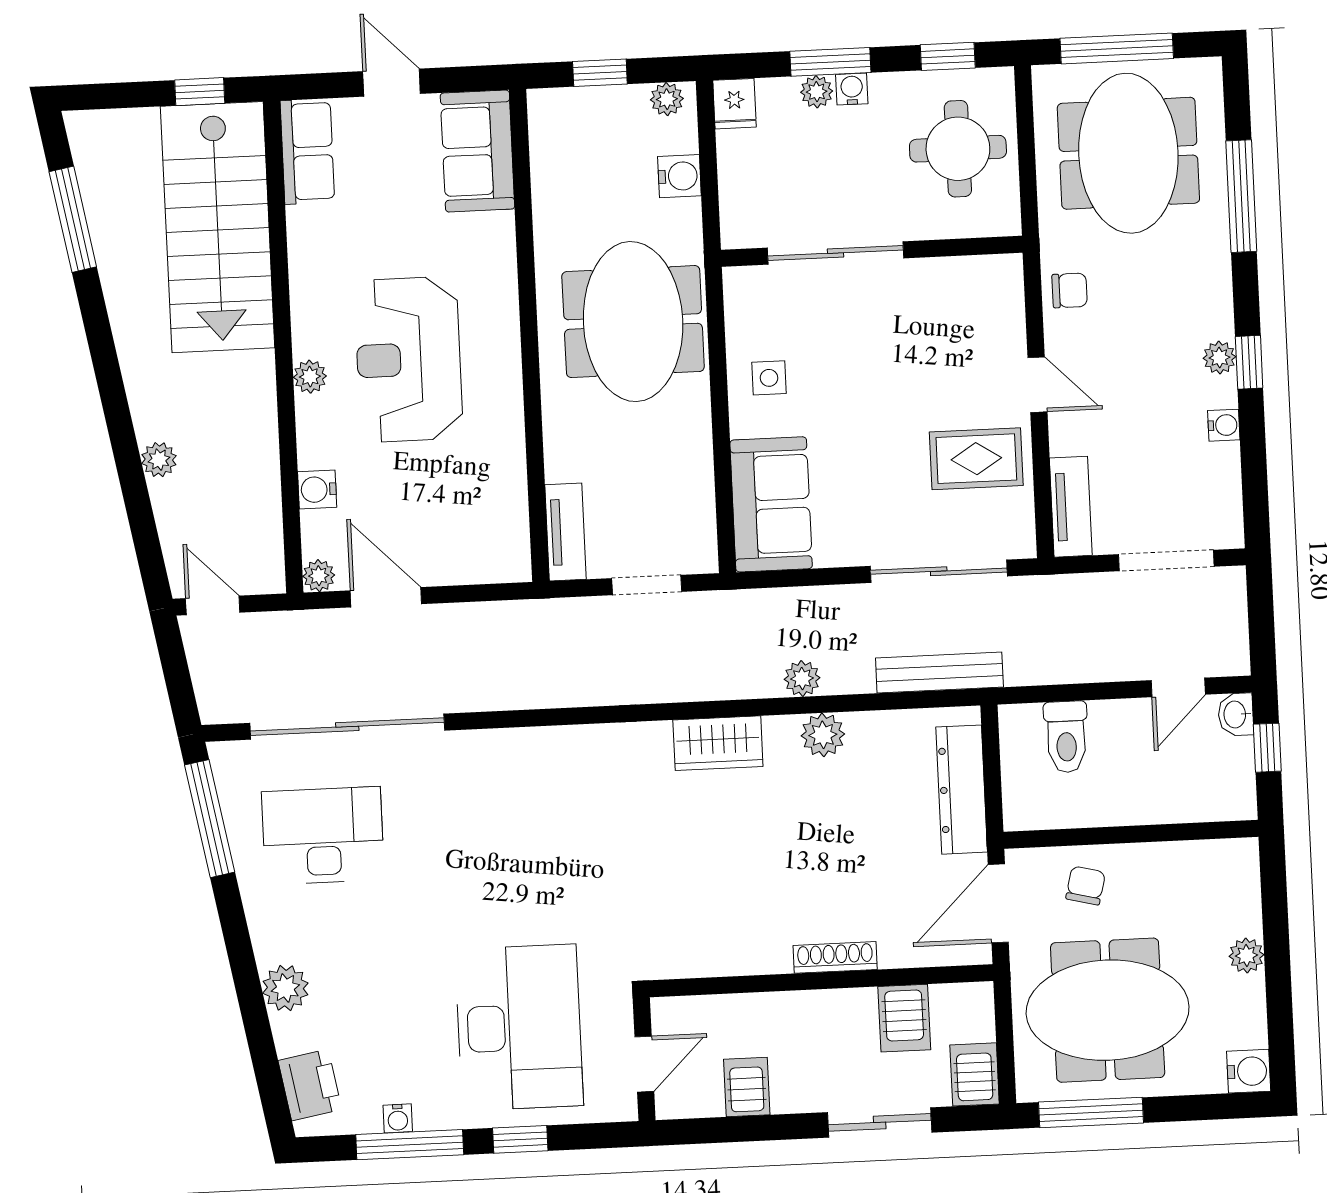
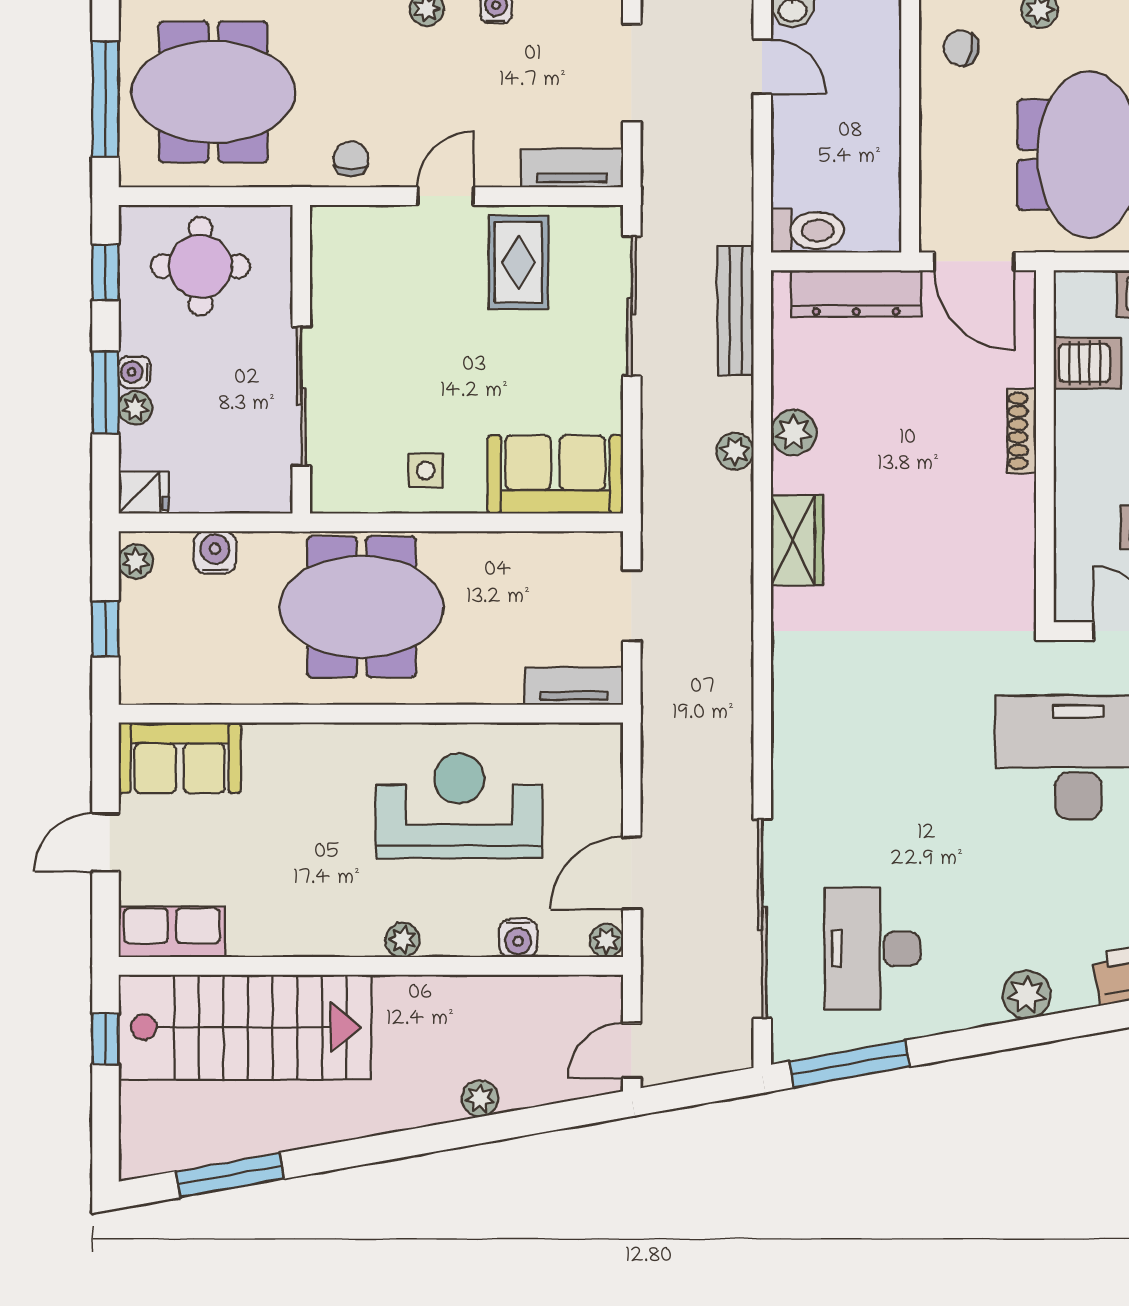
reception desk: (409, 359) -> (459, 806), moved, turned 180
toilet: (1066, 737) -> (807, 231), moved
chair: (1086, 886) -> (961, 48), moved

